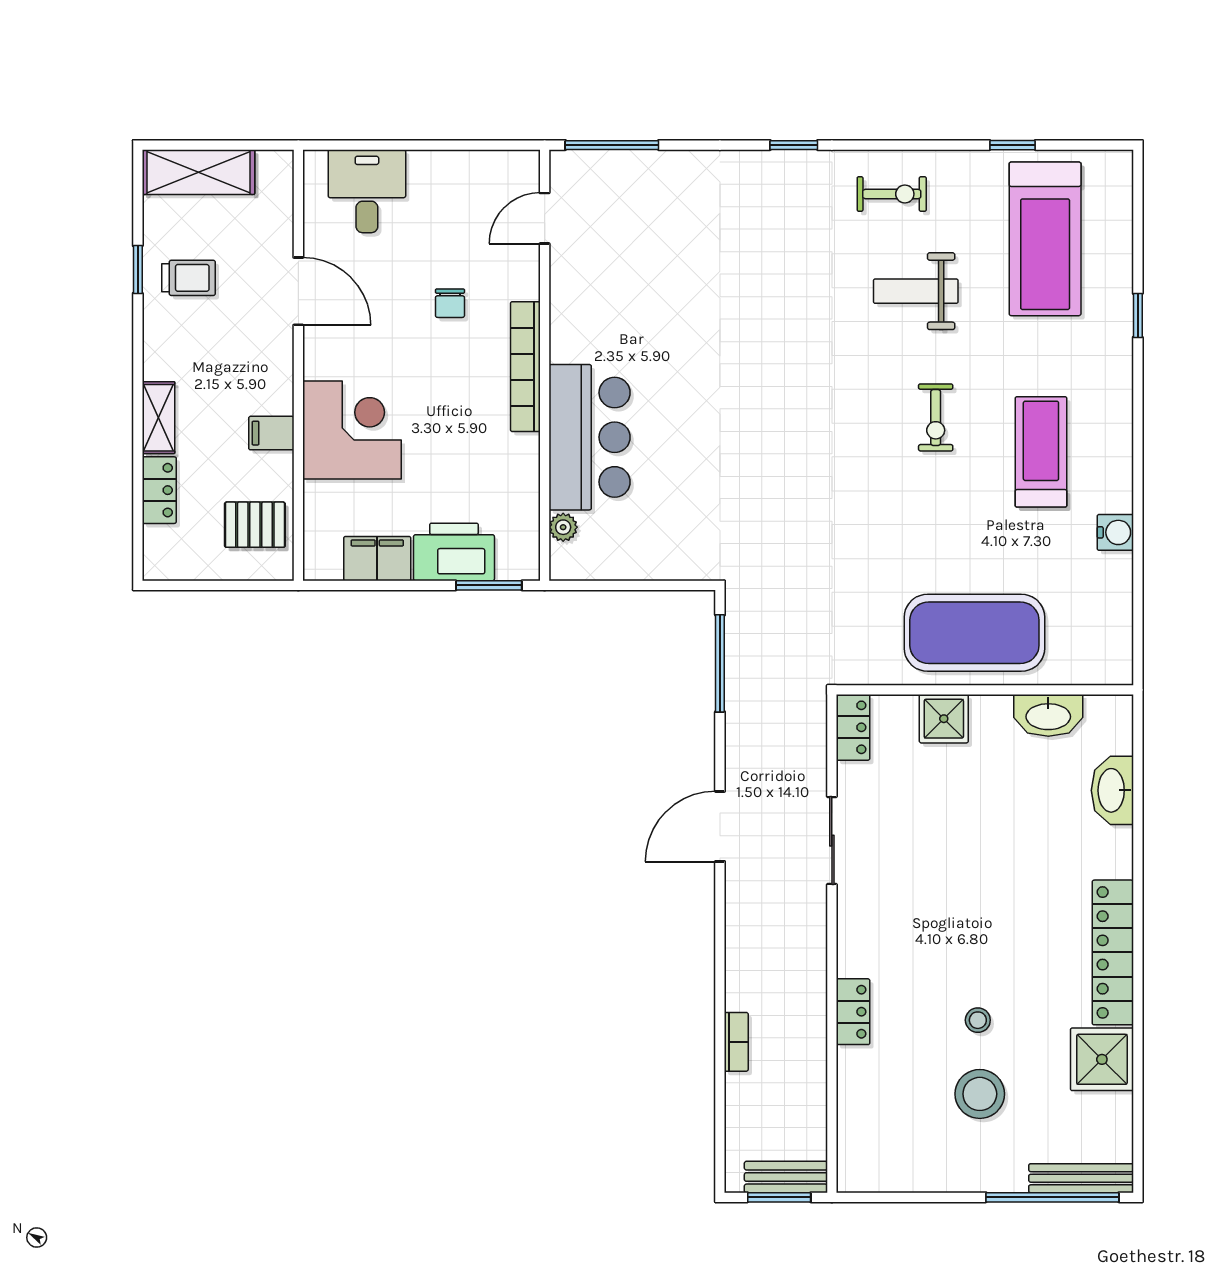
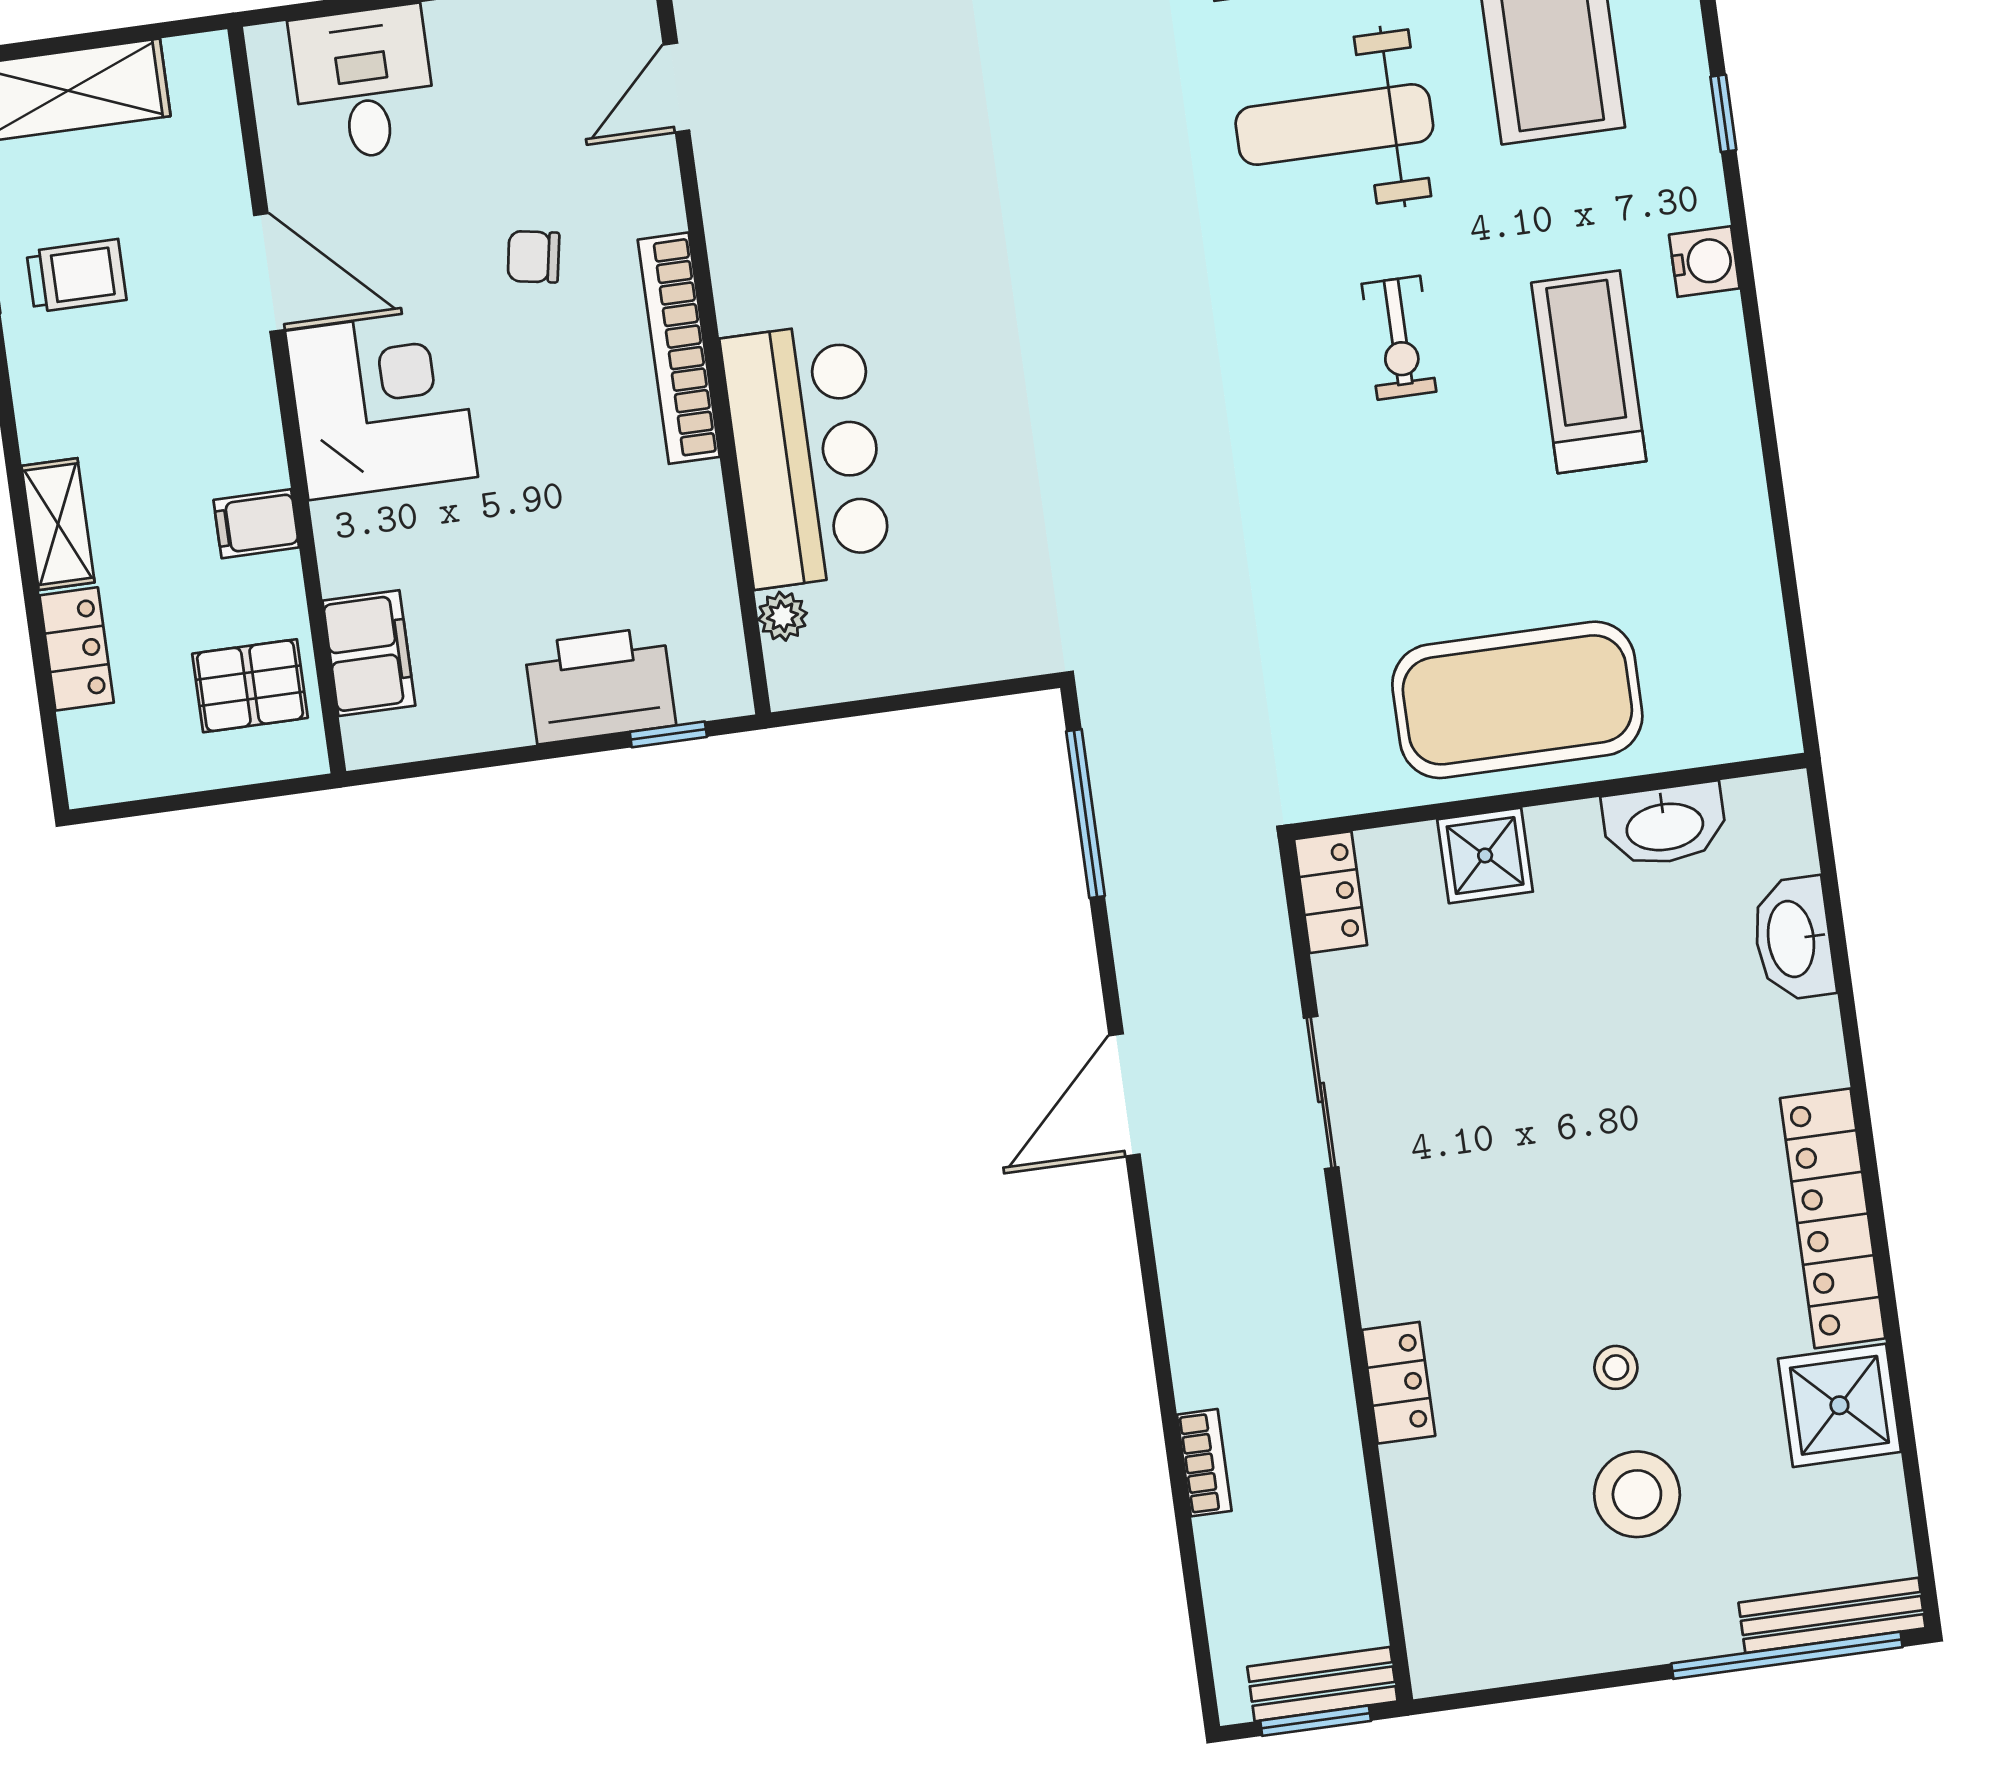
weight bench: (916, 291) -> (1334, 125), width x1.36, depth x1.33
chair: (450, 303) -> (534, 257), turned 100
corner desk: (352, 430) -> (382, 404), moved
water cooler: (1115, 532) -> (1704, 262), moved
filing cabinet: (377, 559) -> (369, 653), moved, turned 90
window: (489, 585) -> (668, 734), width x0.67

